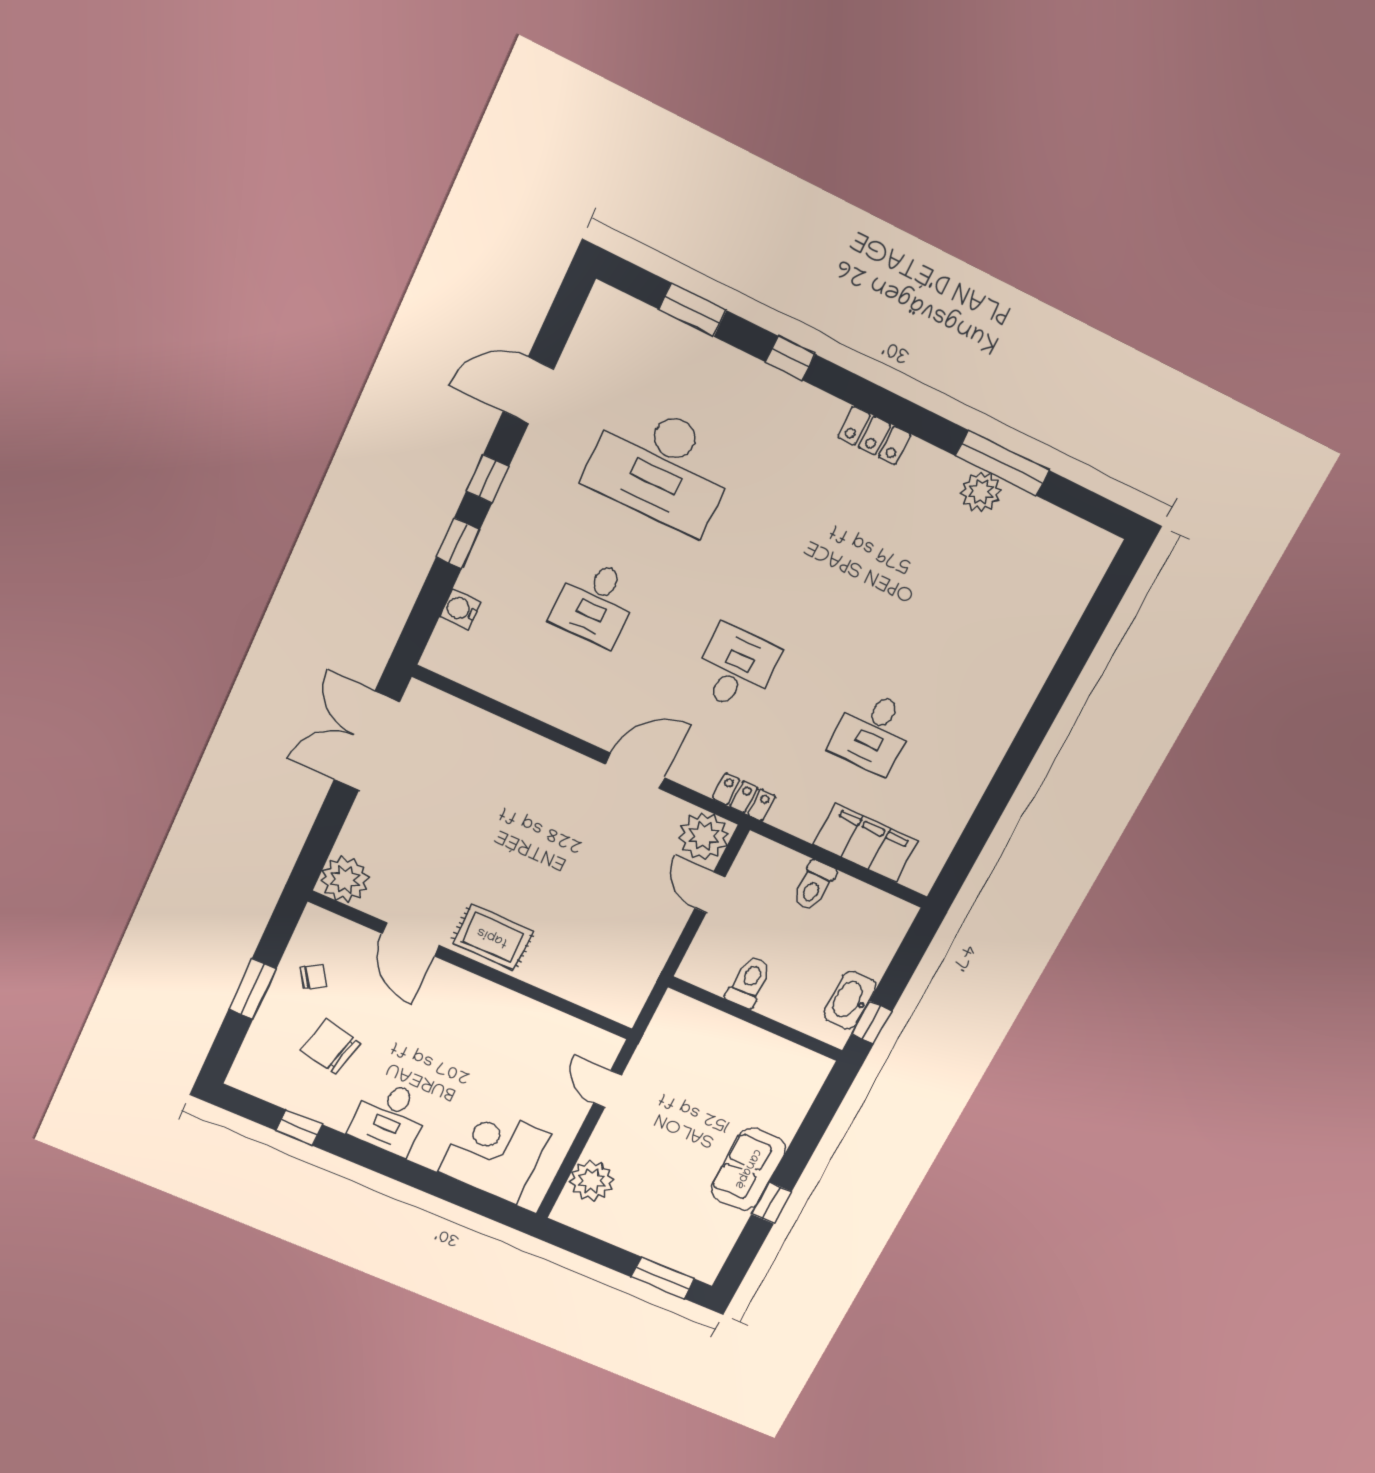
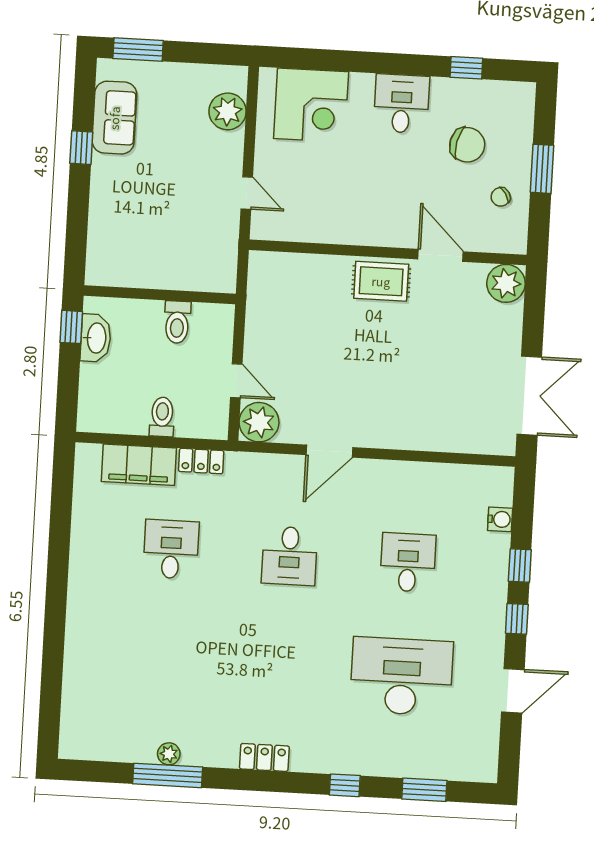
plant: (981, 492) -> (169, 754), width x0.73, depth x0.73
locker: (744, 797) -> (201, 461), moved
sofa: (748, 1169) -> (114, 118), moved

